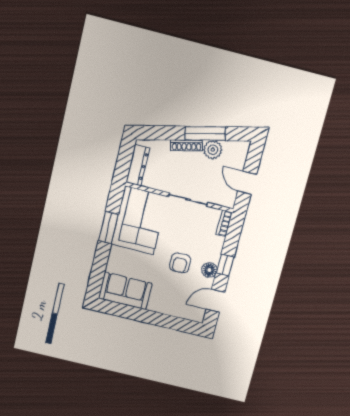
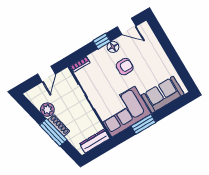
window: (205, 133) -> (53, 132), moved
sofa: (125, 291) -> (163, 95), moved, turned 90

